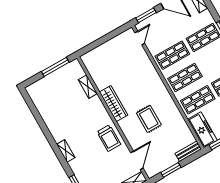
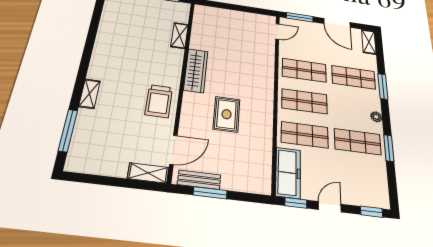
shelving: (66, 151) -> (90, 94), moved
bench: (188, 151) -> (199, 180), moved

